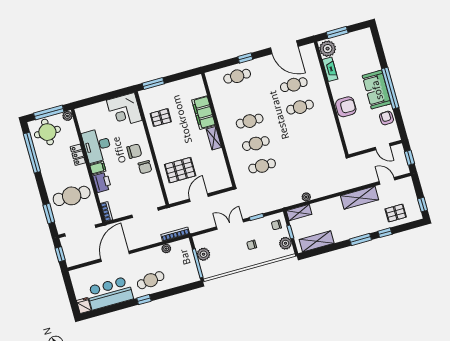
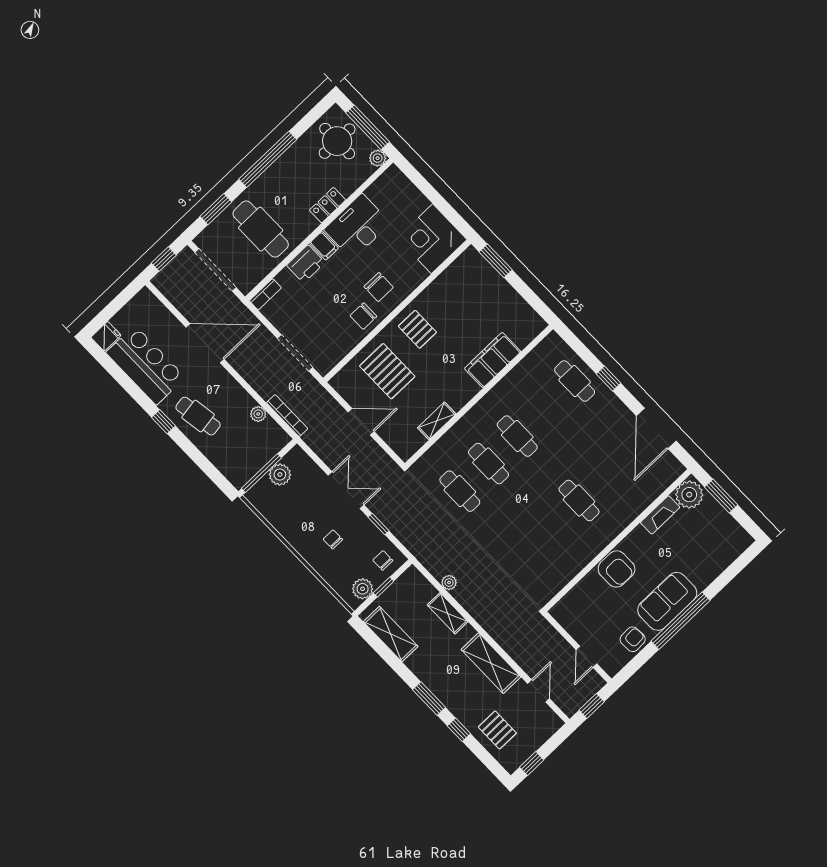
cafe table: (294, 85) -> (608, 473), removed
pallet: (161, 118) -> (417, 329), moved
shelving: (214, 138) -> (437, 421), moved
window: (32, 153) -> (268, 159), moved
shelving: (299, 213) -> (448, 613), moved

